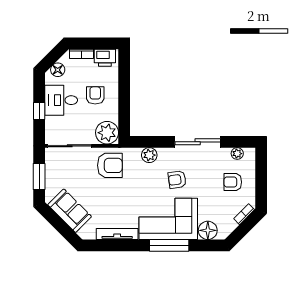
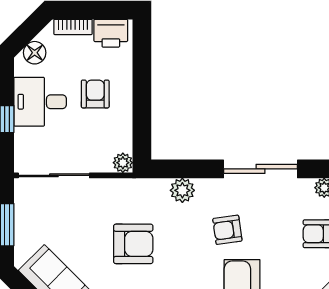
plant: (107, 133) -> (123, 163), width x0.53, depth x0.53
armchair: (110, 165) -> (133, 244), moved

